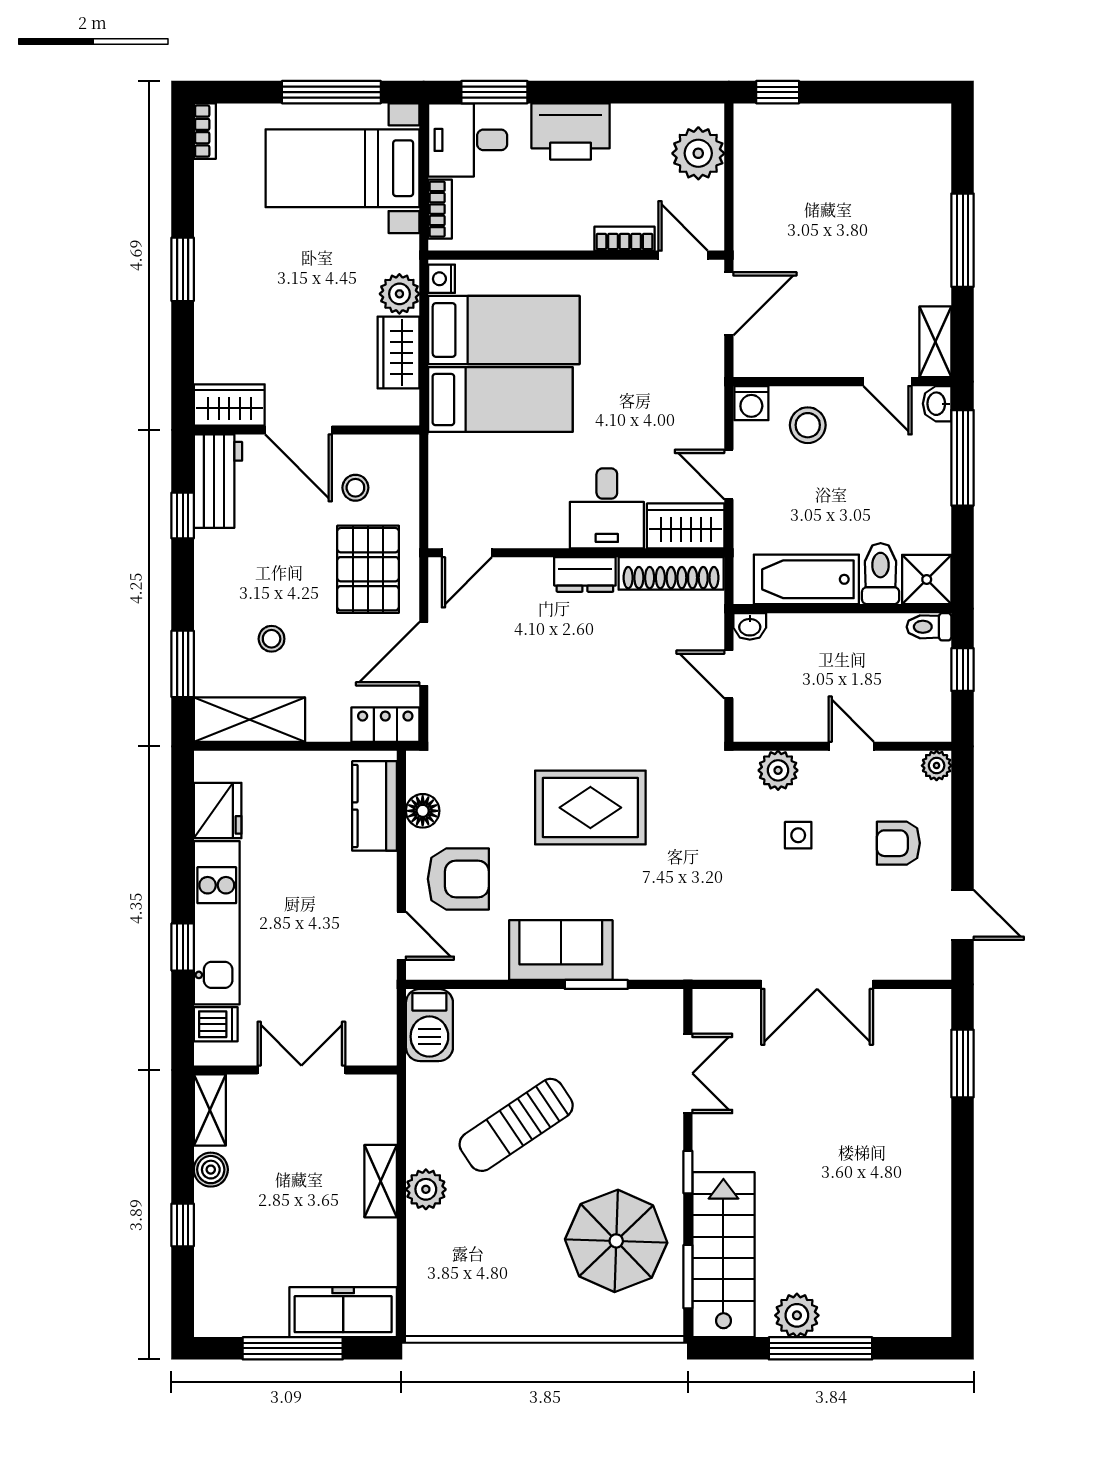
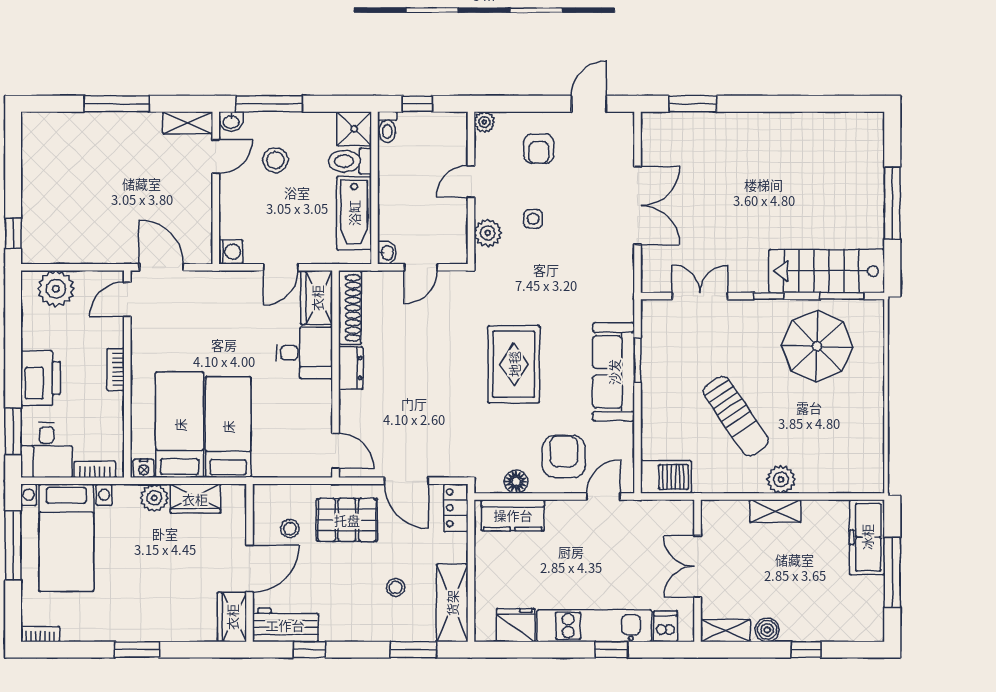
bookcase: (625, 239) -> (116, 370), moved
stool: (808, 425) -> (275, 160), moved
sofa: (561, 950) -> (614, 372), width x1.36
plant: (797, 1315) -> (869, 220), removed

